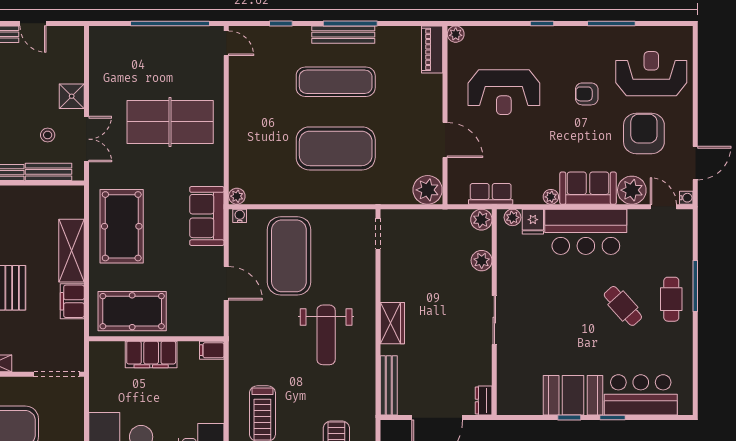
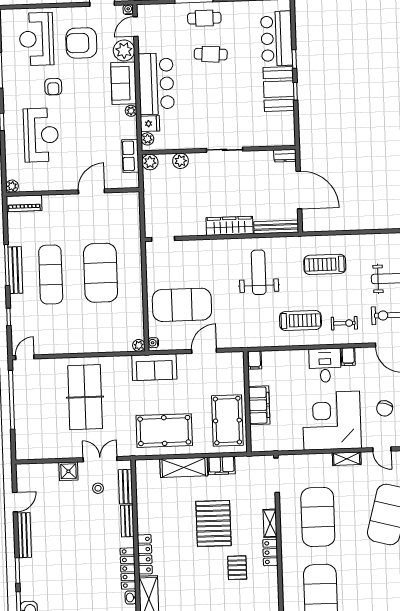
reception desk: (504, 92) -> (41, 135), moved
plant: (428, 190) -> (129, 203), removed
cafe table: (623, 306) -> (211, 54), turned 46
wardrobe: (392, 323) -> (230, 226), width x1.50
weight bench: (326, 335) -> (259, 272), moved, turned -90

